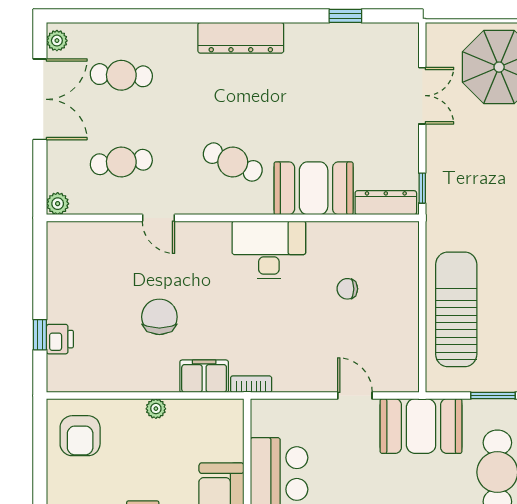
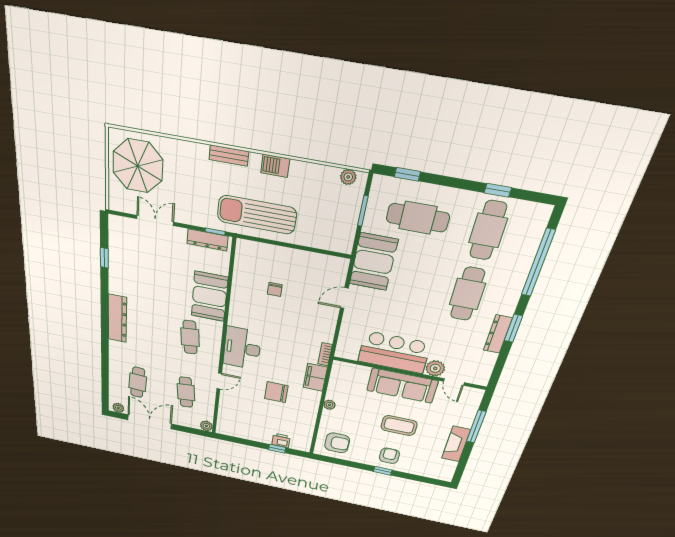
cafe table: (233, 162) -> (190, 337), turned -30
dresser: (386, 203) -> (208, 240), moved, turned -90
desk: (269, 250) -> (242, 348), moved
sun lounger: (456, 309) -> (257, 215), moved

